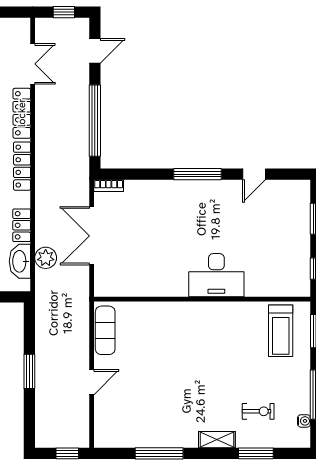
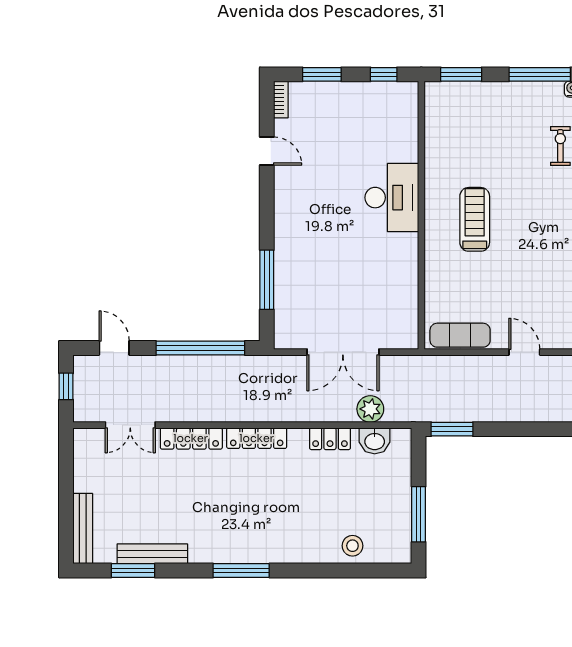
double door: (33, 64) -> (130, 425), swing flipped
window: (198, 174) -> (267, 280), moved
bookcase: (109, 186) -> (281, 100), moved
washbasin: (20, 261) -> (375, 441), width x0.72
treadmill: (281, 331) -> (475, 219), moved, turned -90
window: (29, 371) -> (452, 429), moved

